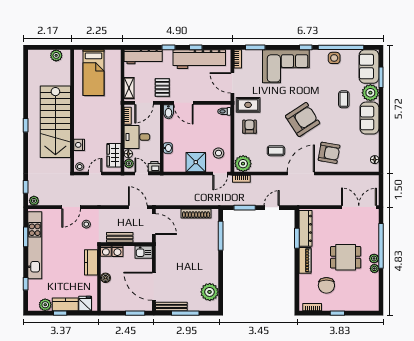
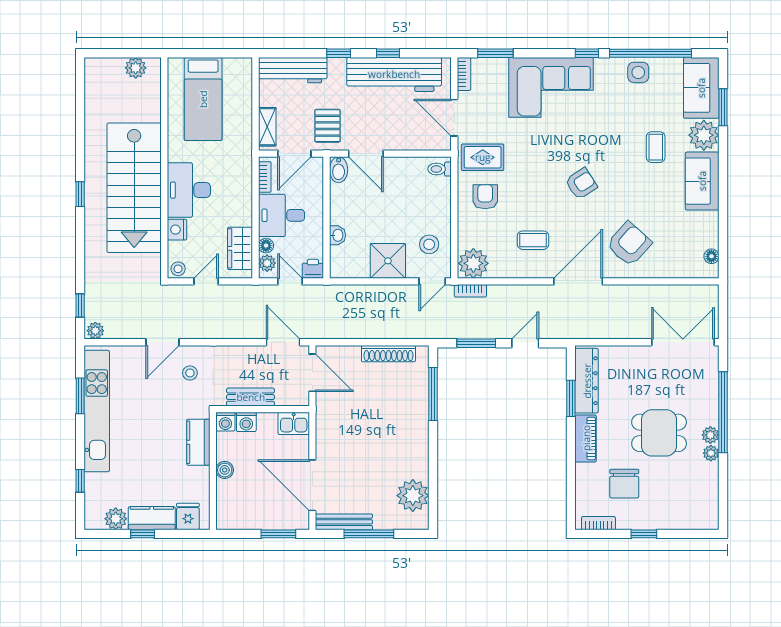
armchair: (303, 120) -> (581, 184), width x0.53, depth x0.53
desk: (86, 123) -> (189, 190), added
armchair: (329, 153) -> (629, 244), turned -58

